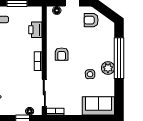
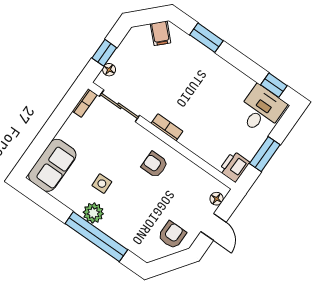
printer: (35, 30) -> (234, 167), moved, turned -90

